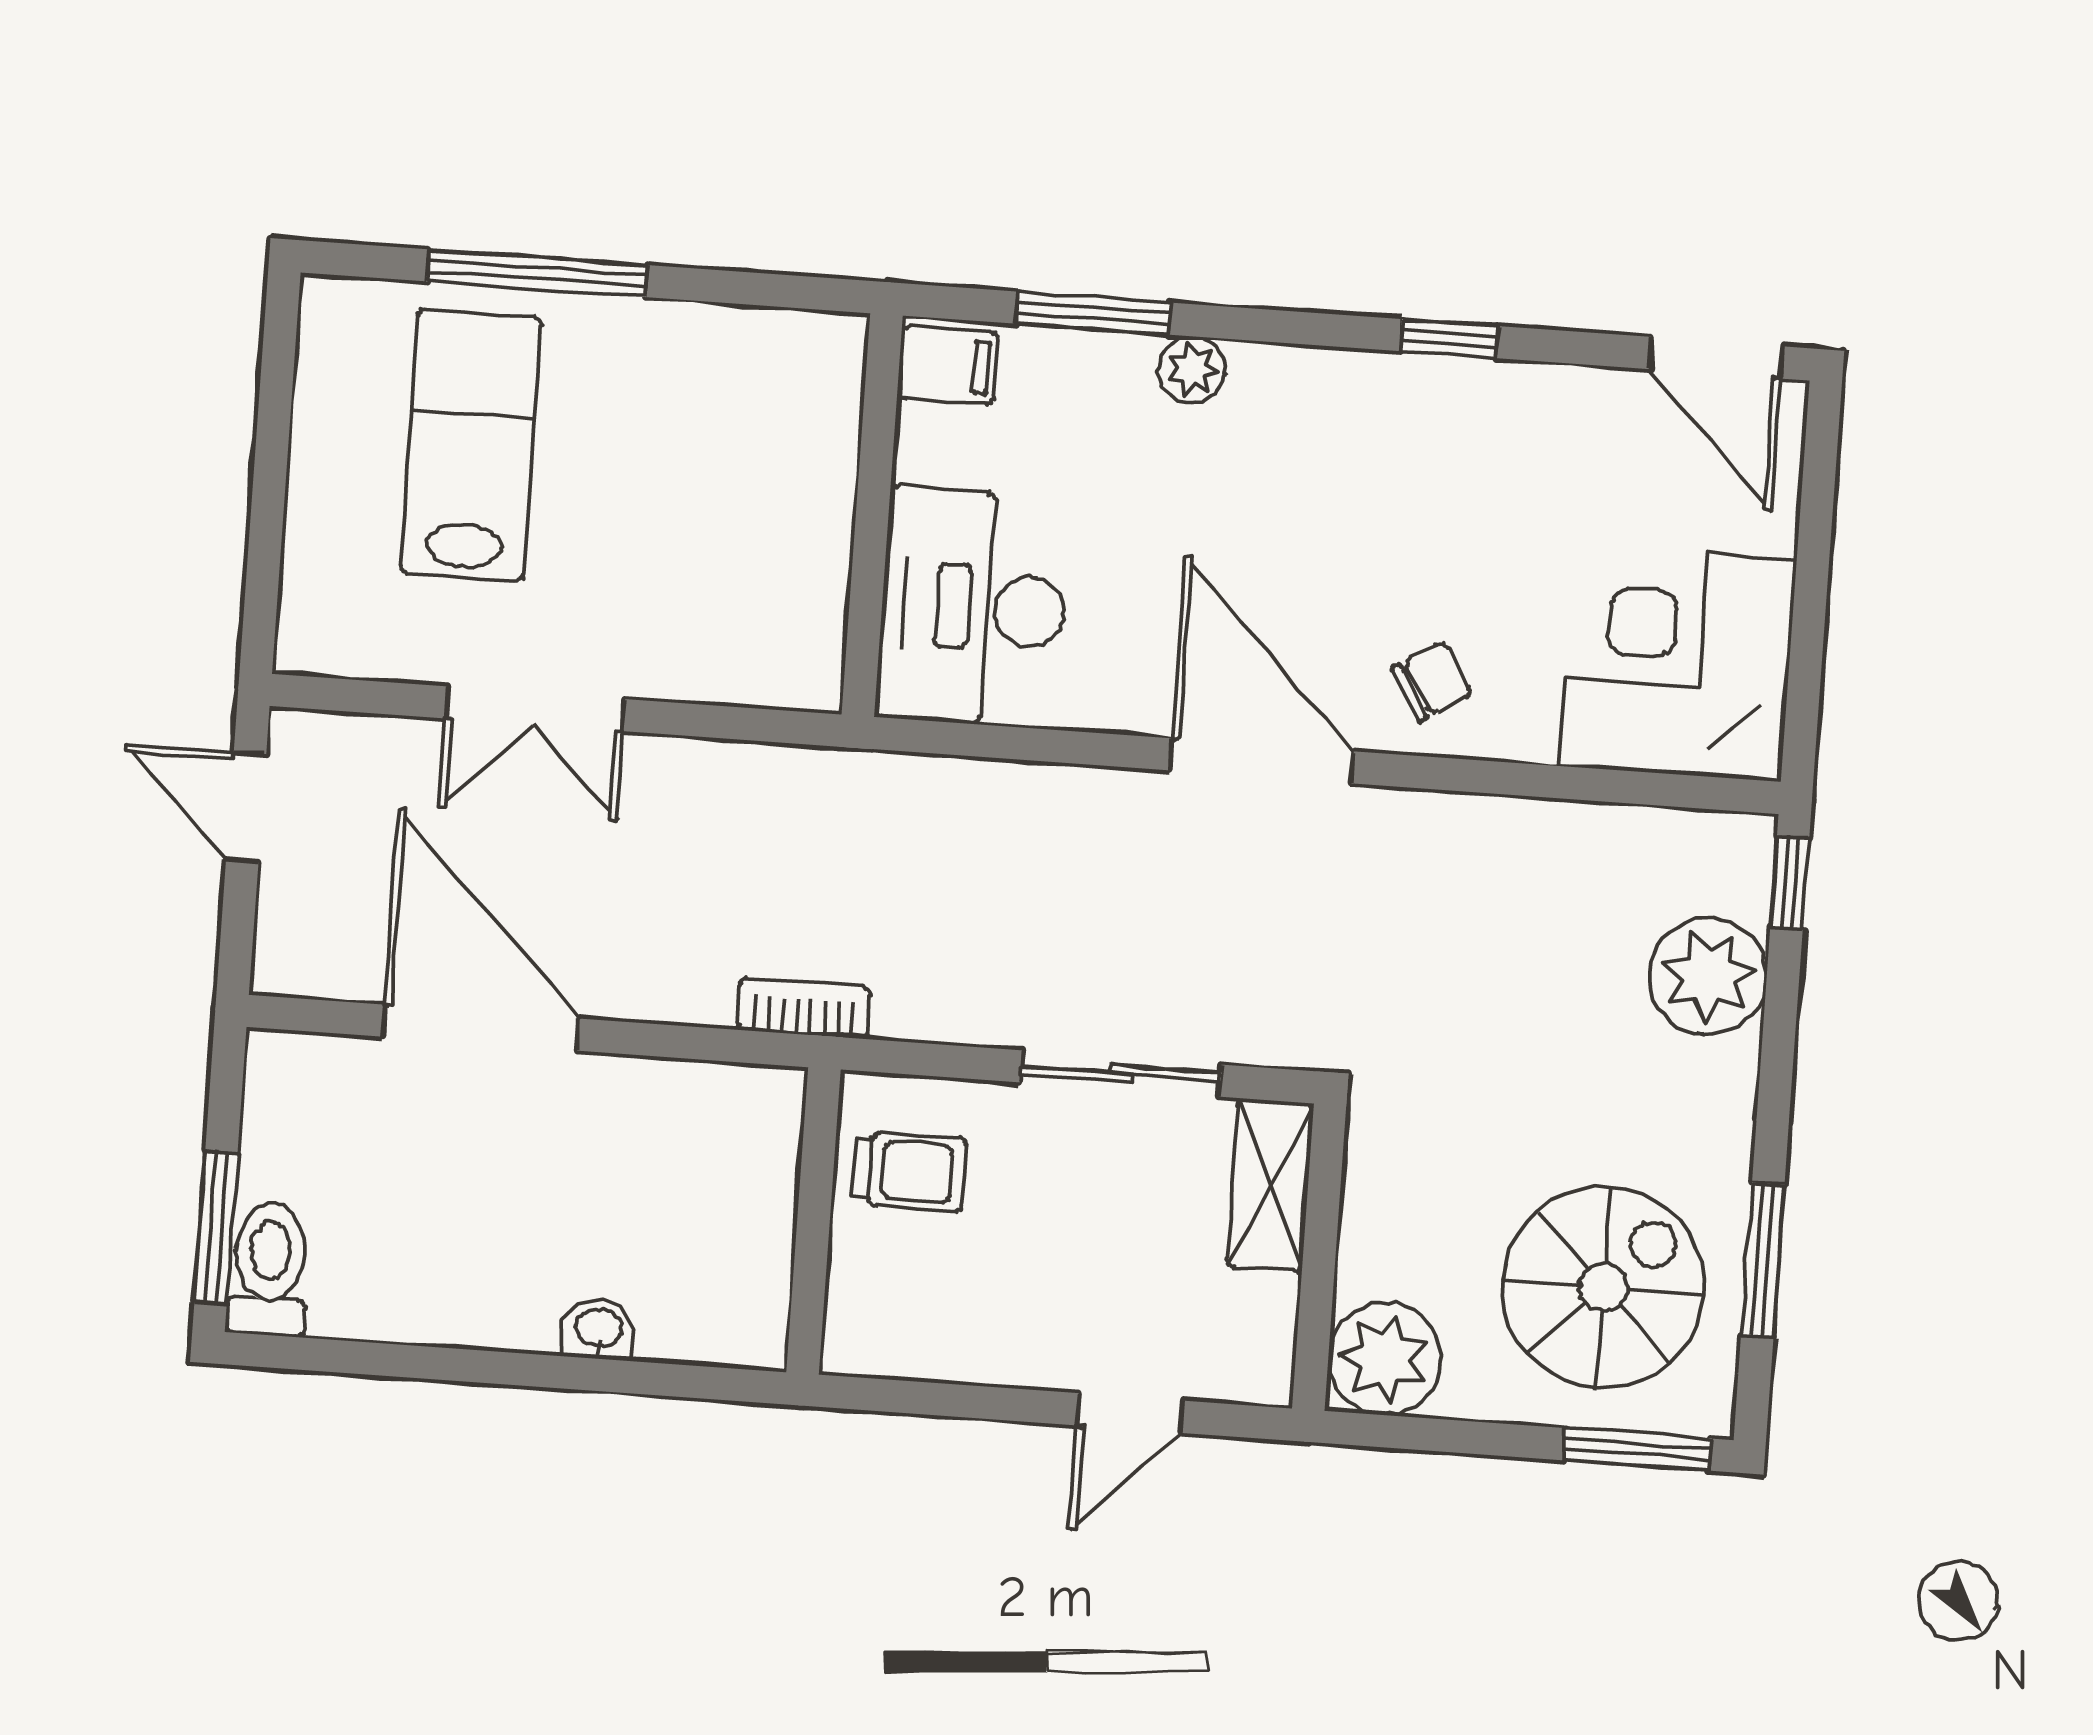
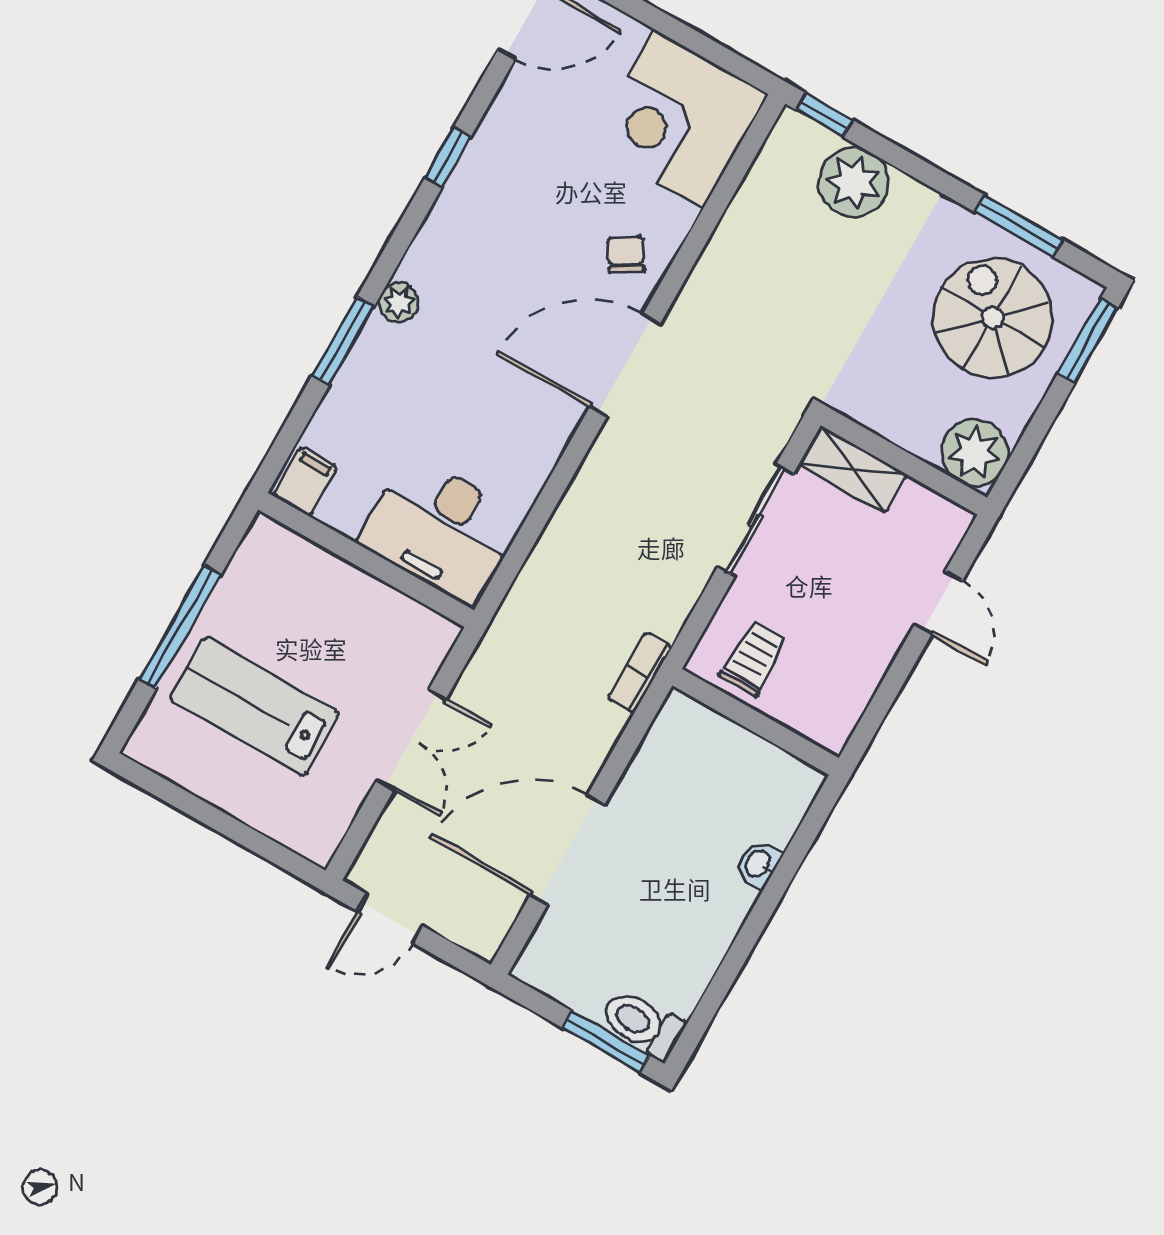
filing cabinet: (948, 365) -> (305, 481), moved
wall: (872, 515) -> (366, 560), moved
desk: (973, 608) -> (441, 530), moved

